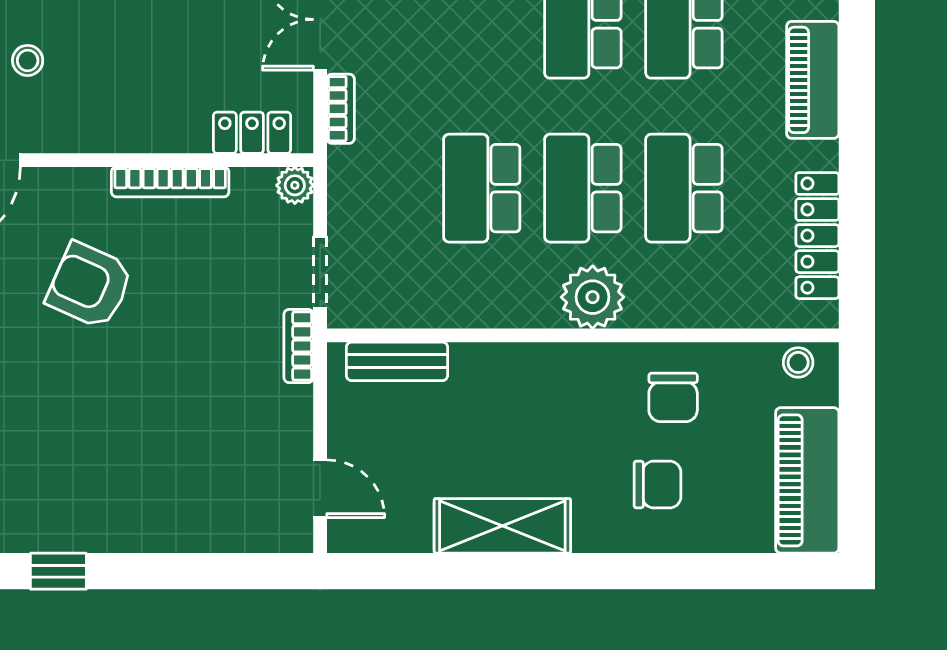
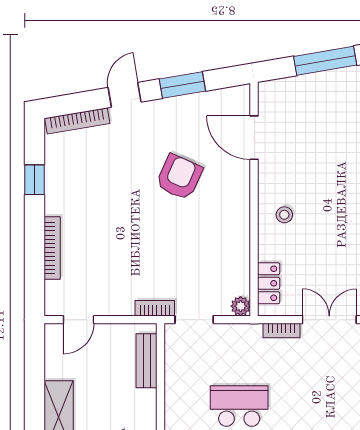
stool: (28, 60) -> (284, 215), moved
bookcase: (170, 182) -> (52, 248), moved, turned 180
armchair: (90, 285) -> (179, 177), moved

